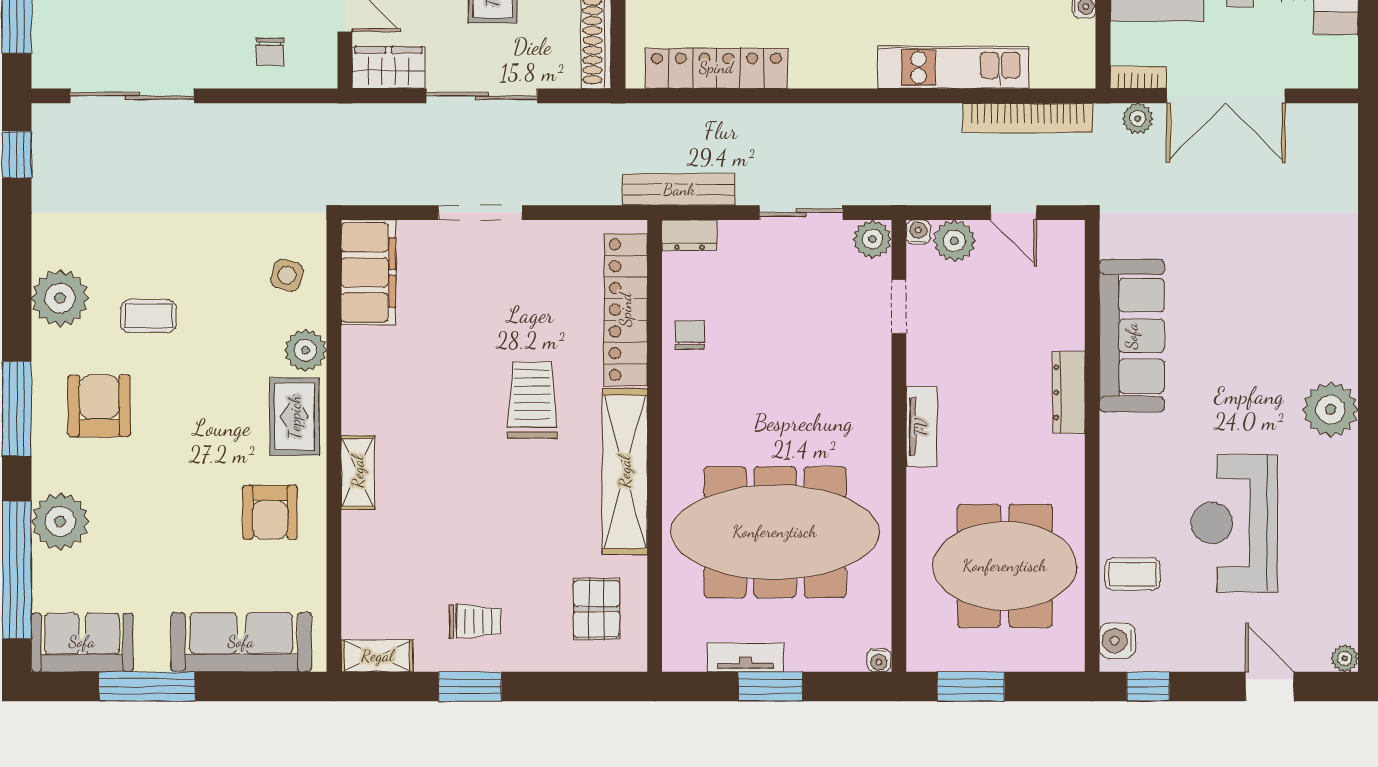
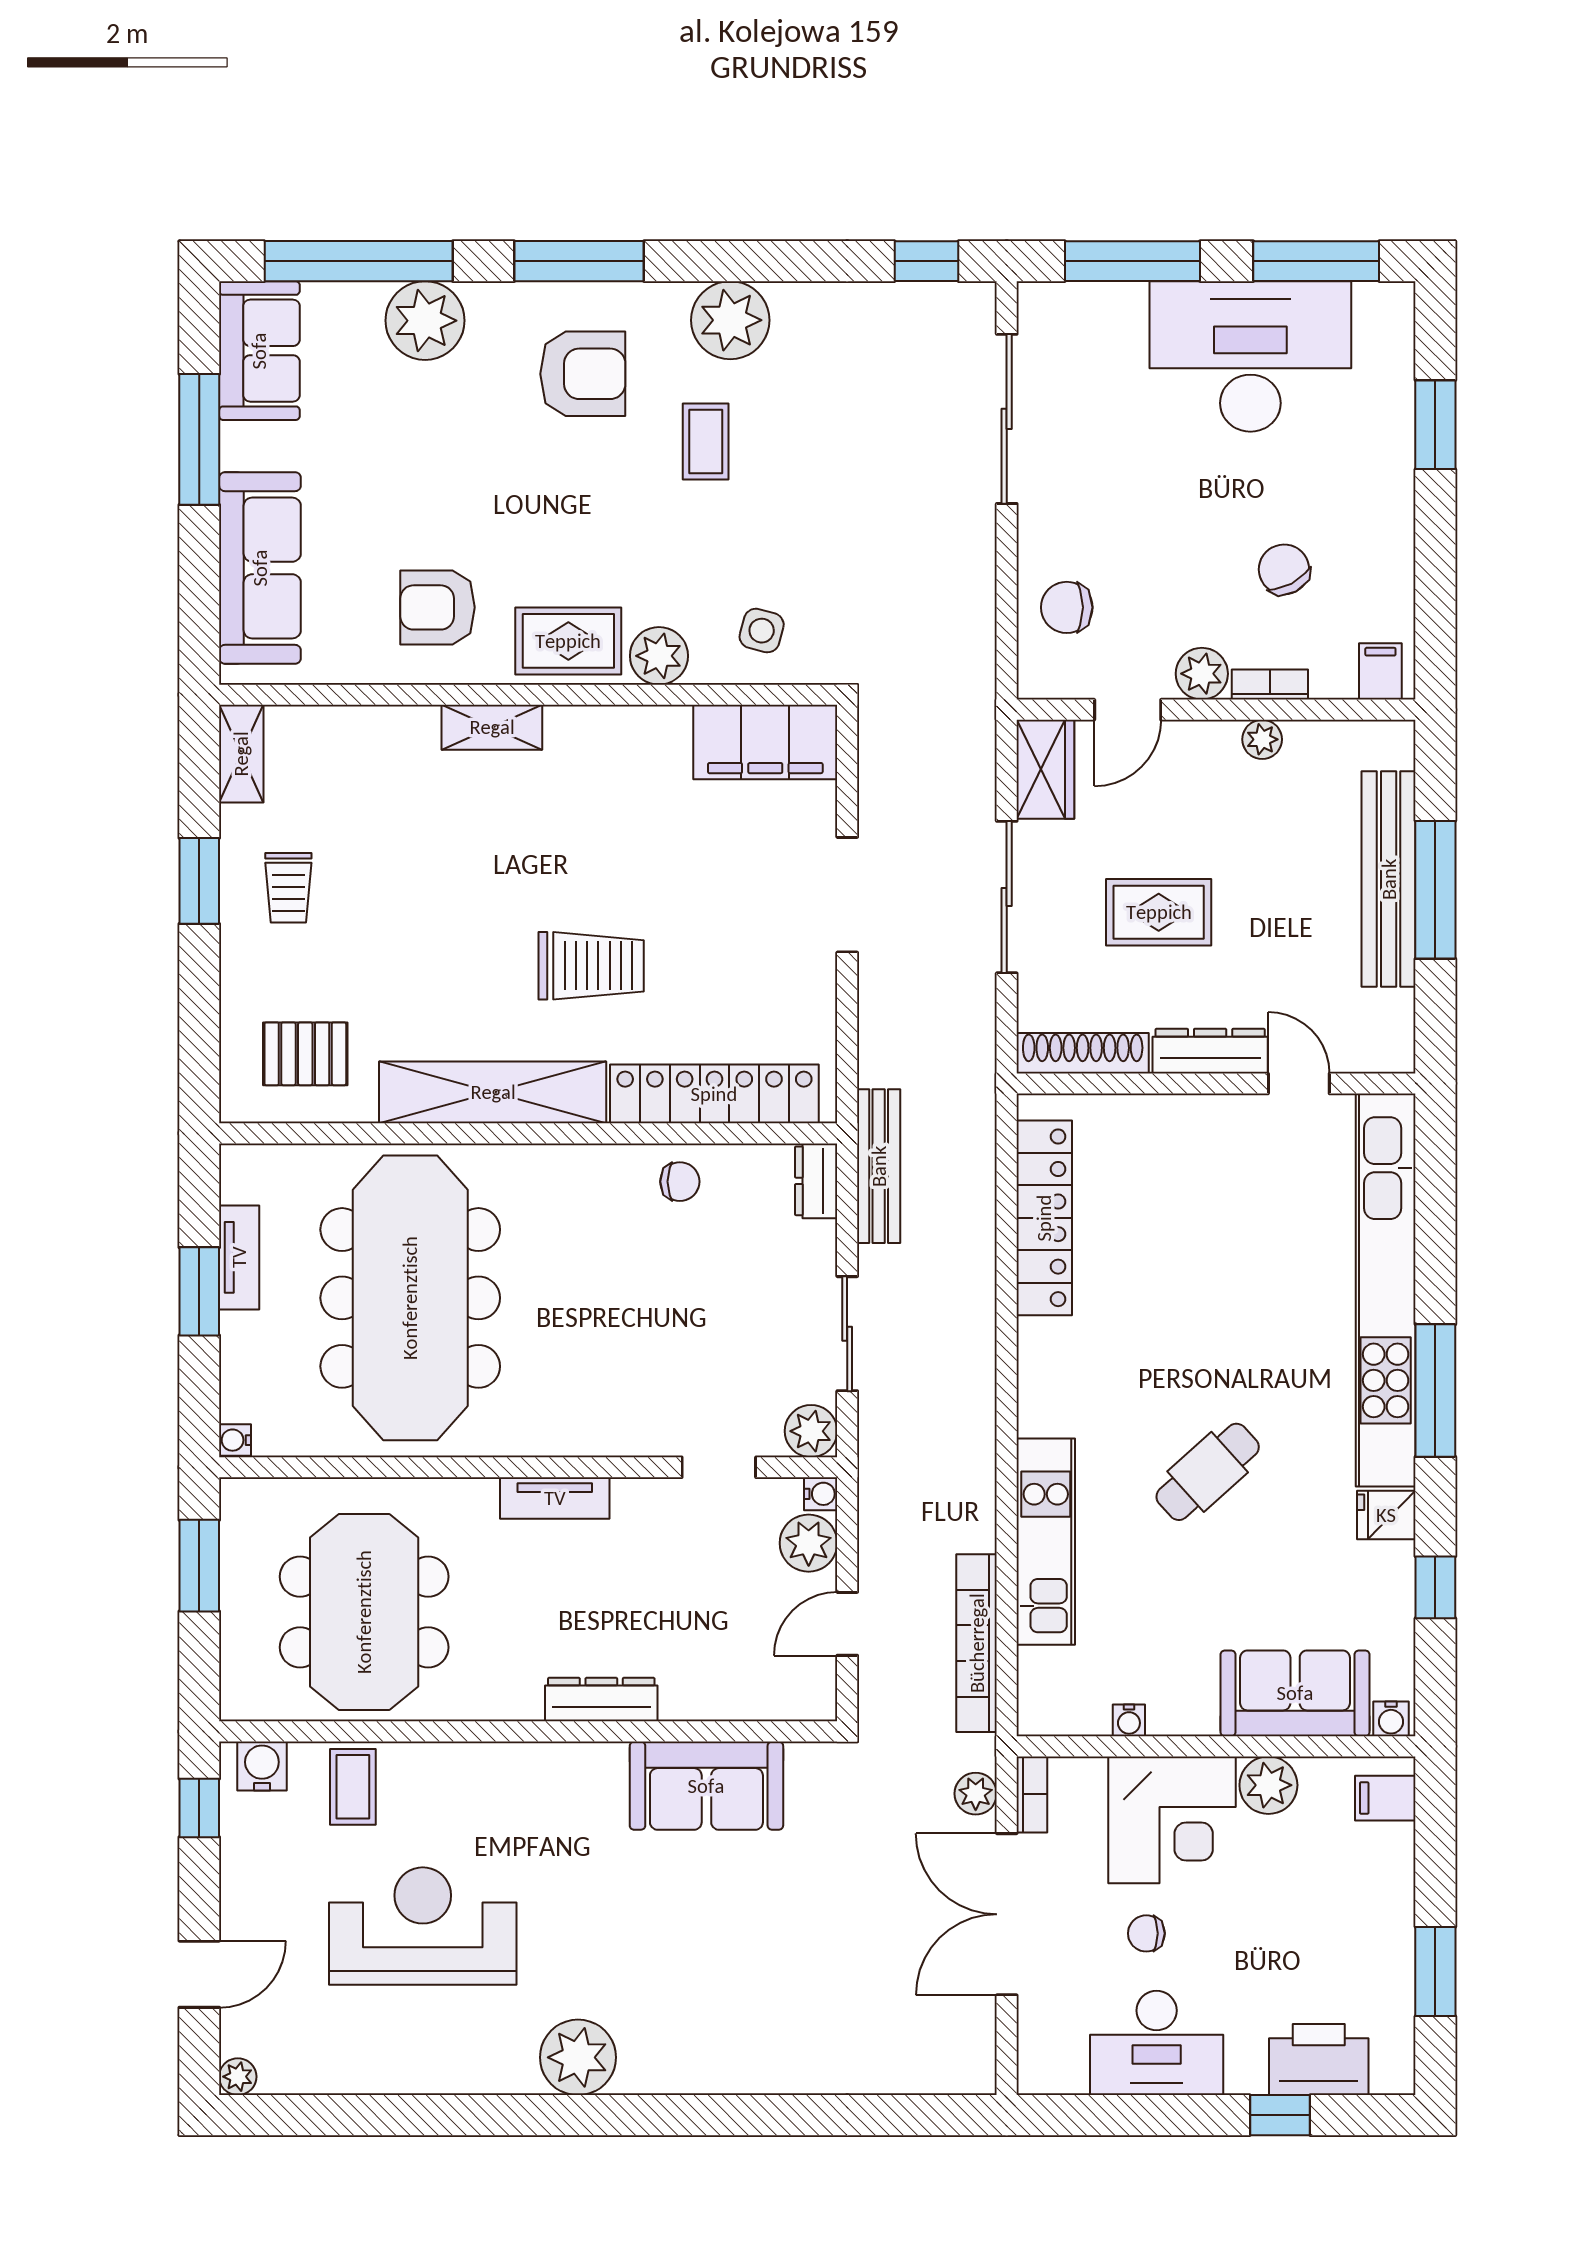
chair: (270, 52) -> (1067, 607), width x1.37, depth x1.37
sofa: (1132, 336) -> (706, 1786), width x0.73

